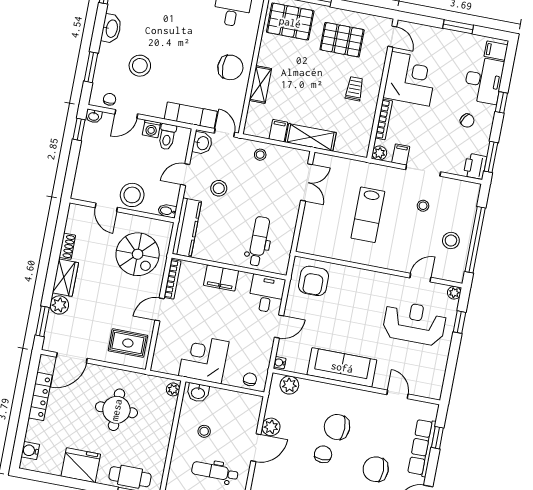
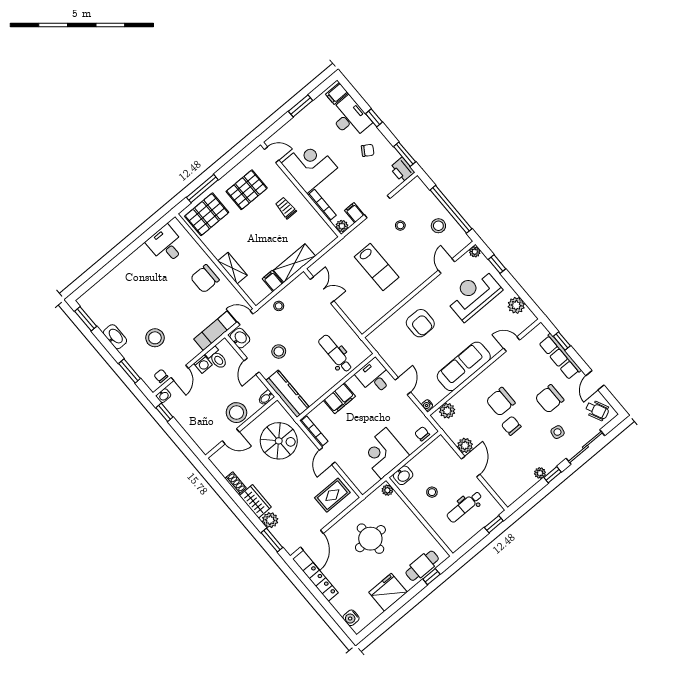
chair: (230, 67) -> (205, 279), turned 180
armchair: (314, 281) -> (420, 323), moved
plant: (436, 370) -> (516, 305), added

